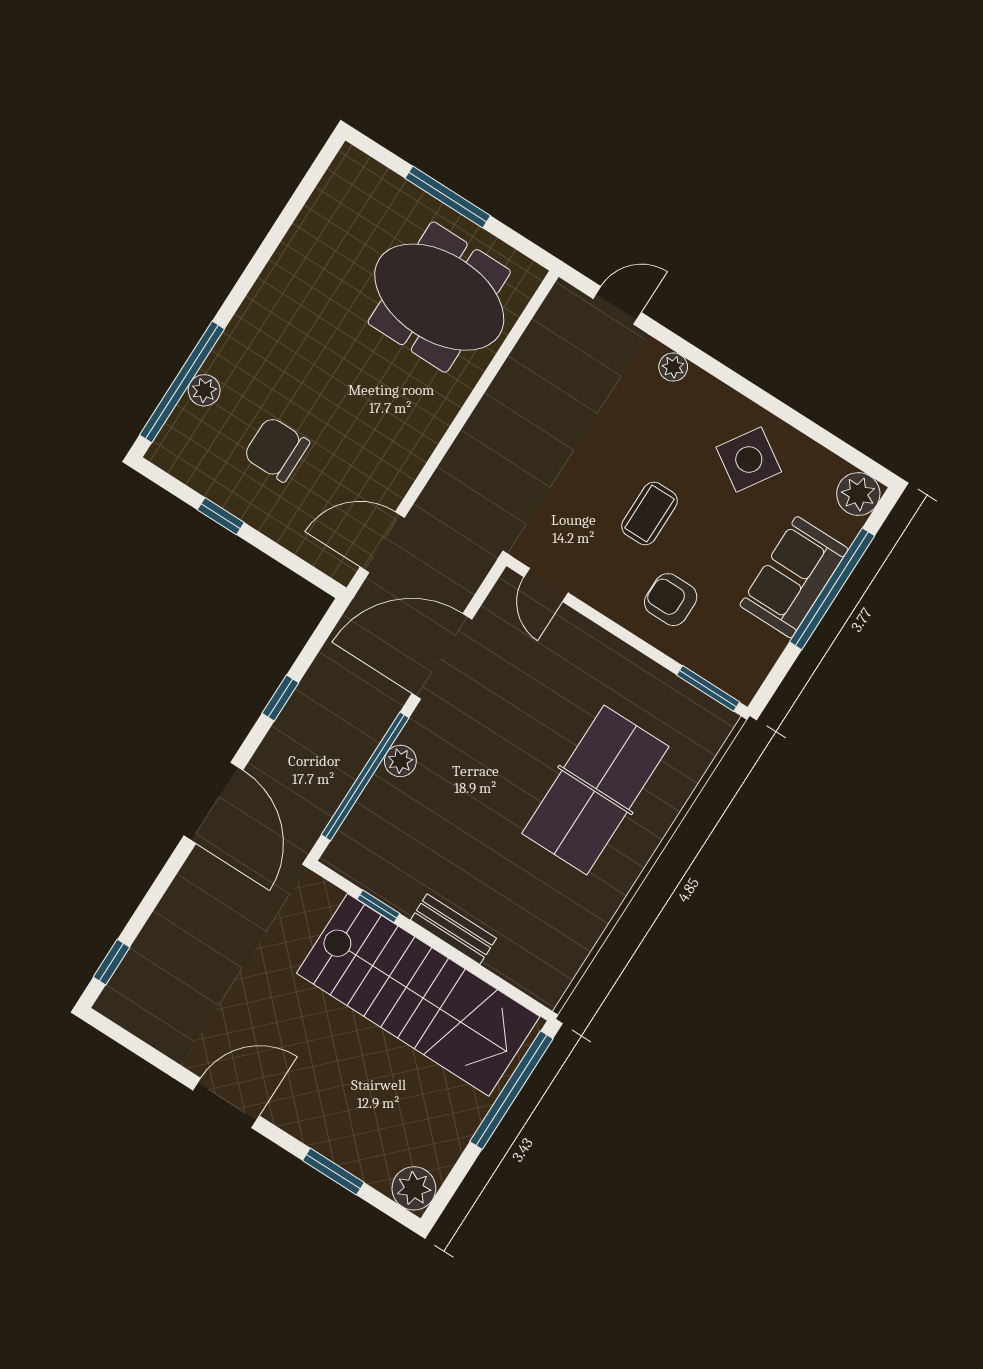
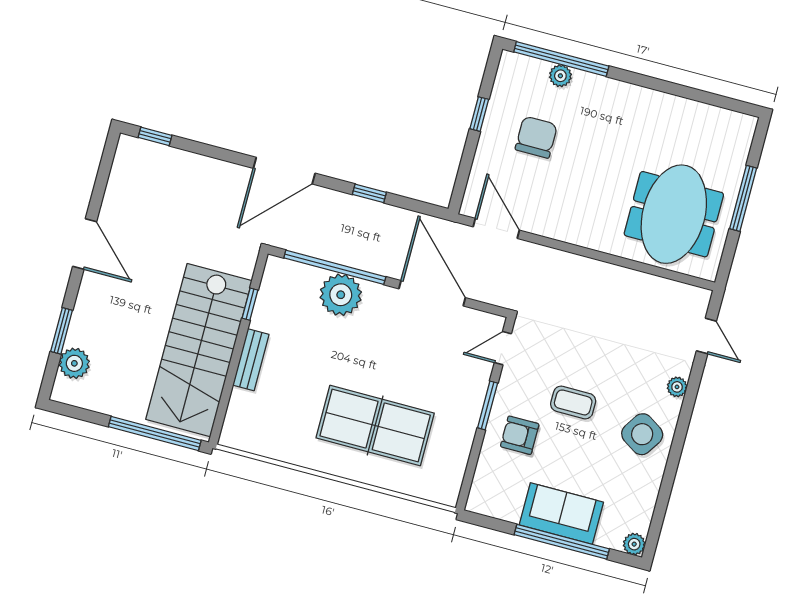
side table: (749, 460) -> (642, 434), moved
plant: (858, 494) -> (634, 544), width x0.73, depth x0.73
armchair: (671, 600) -> (520, 435), turned -90
window: (708, 688) -> (488, 405), moved
plant: (400, 761) -> (341, 295), width x1.87, depth x1.87
plant: (414, 1188) -> (74, 363), moved

